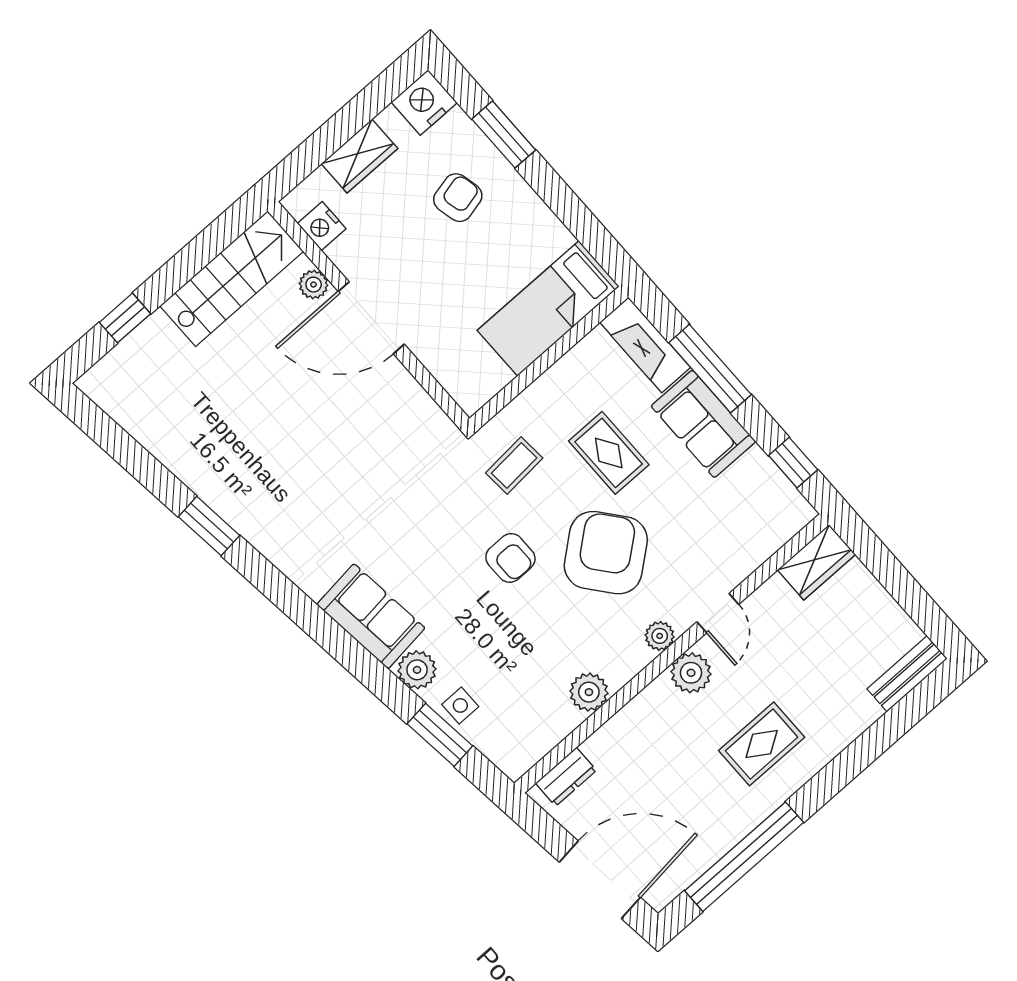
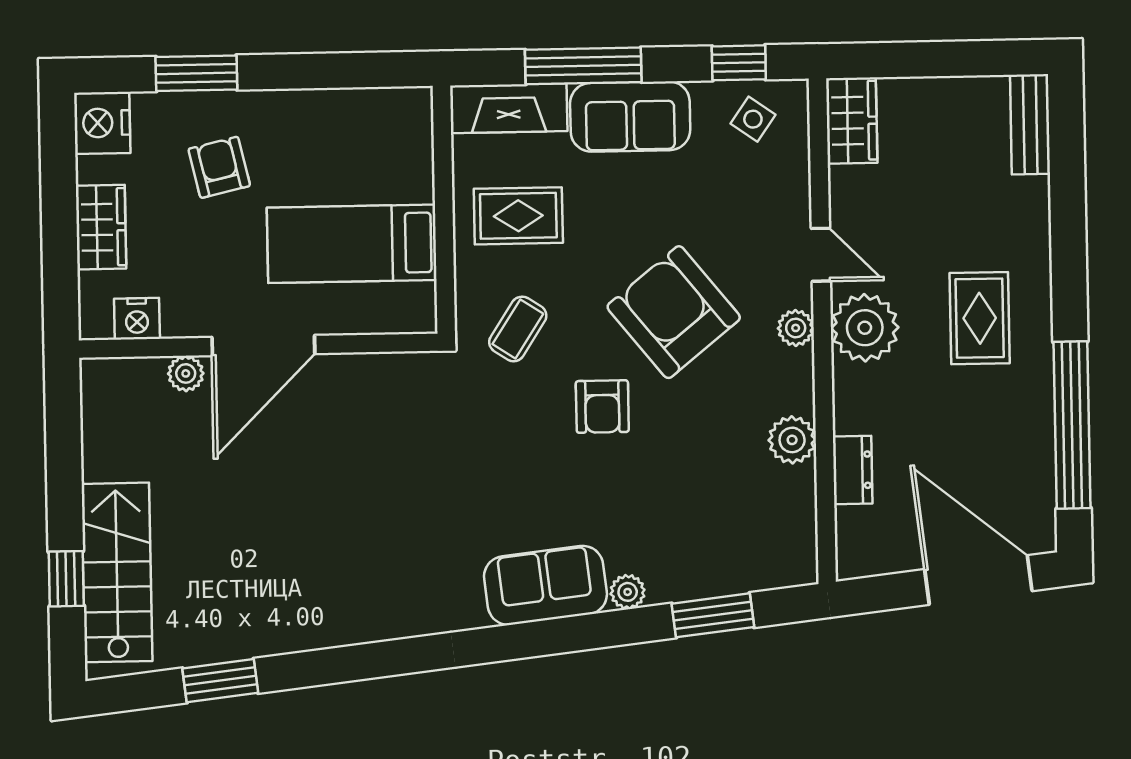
stairs: (232, 279) -> (117, 572), moved
bed: (548, 308) -> (352, 244), moved, turned 90
rug: (609, 453) -> (518, 216), moved
coffee table: (514, 466) -> (518, 329), turned 37
window: (209, 526) -> (220, 681), moved
armchair: (510, 558) -> (602, 407), turned 90
plant: (417, 670) -> (628, 592), width x0.73, depth x0.73
plant: (691, 673) -> (865, 328), width x1.36, depth x1.36
side table: (460, 705) -> (753, 119), moved, turned 35
dresser: (566, 777) -> (853, 470), moved
door: (600, 880) -> (978, 580), hinge flipped

